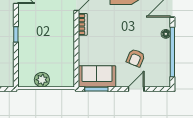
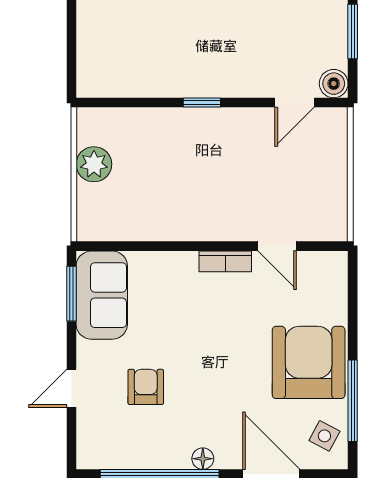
armchair: (136, 58) -> (146, 387), turned 67
door: (136, 89) -> (72, 388), swing flipped

